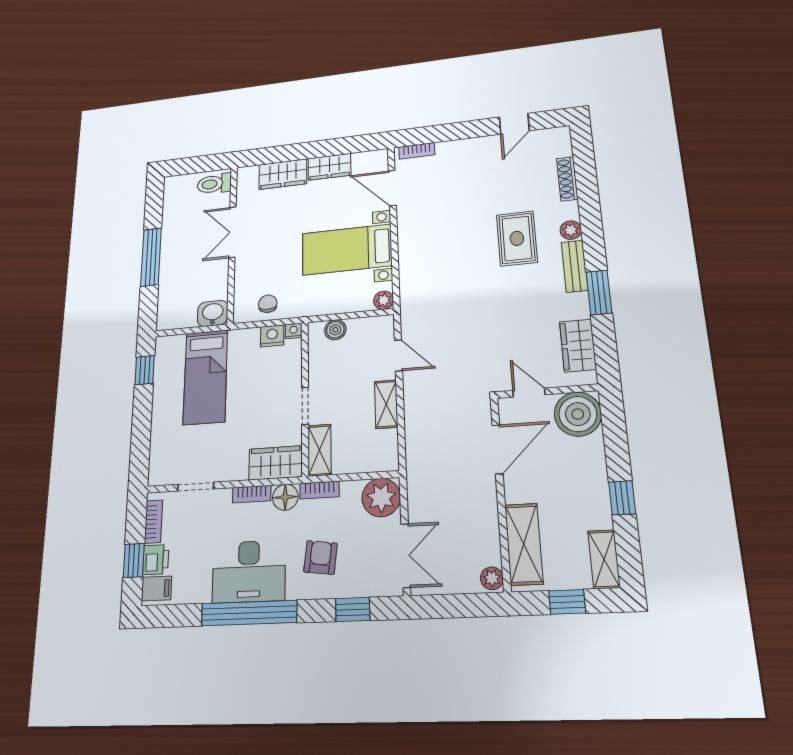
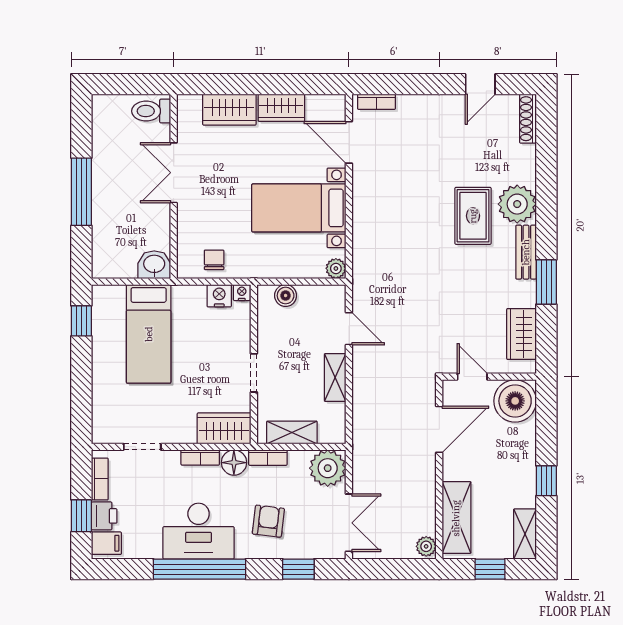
shoe rack: (567, 179) -> (528, 119), moved
plant: (571, 230) -> (517, 204), width x1.88, depth x1.88
shelving: (319, 450) -> (292, 433), moved, turned 90

